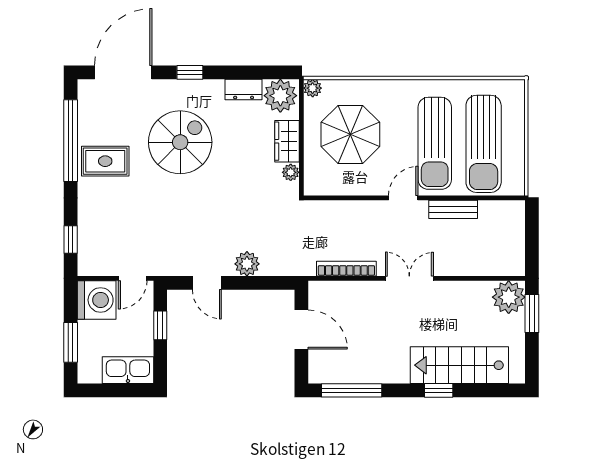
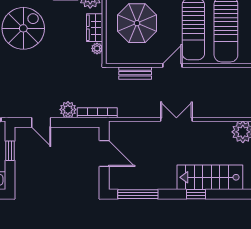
bench: (453, 209) -> (135, 73), moved
bookcase: (346, 269) -> (97, 113), moved

